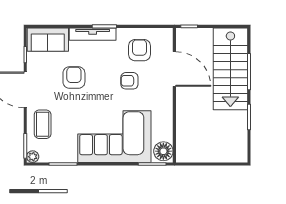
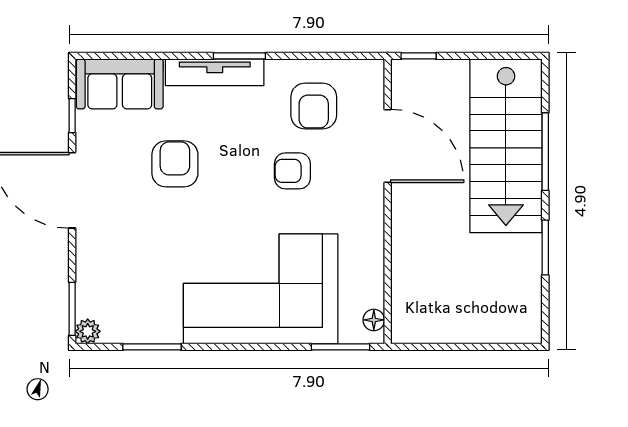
armchair: (140, 50) -> (314, 106), turned 180
coffee table: (43, 124) -> (109, 263), removed
floor lamp: (163, 151) -> (374, 320), width x0.53, depth x0.53

